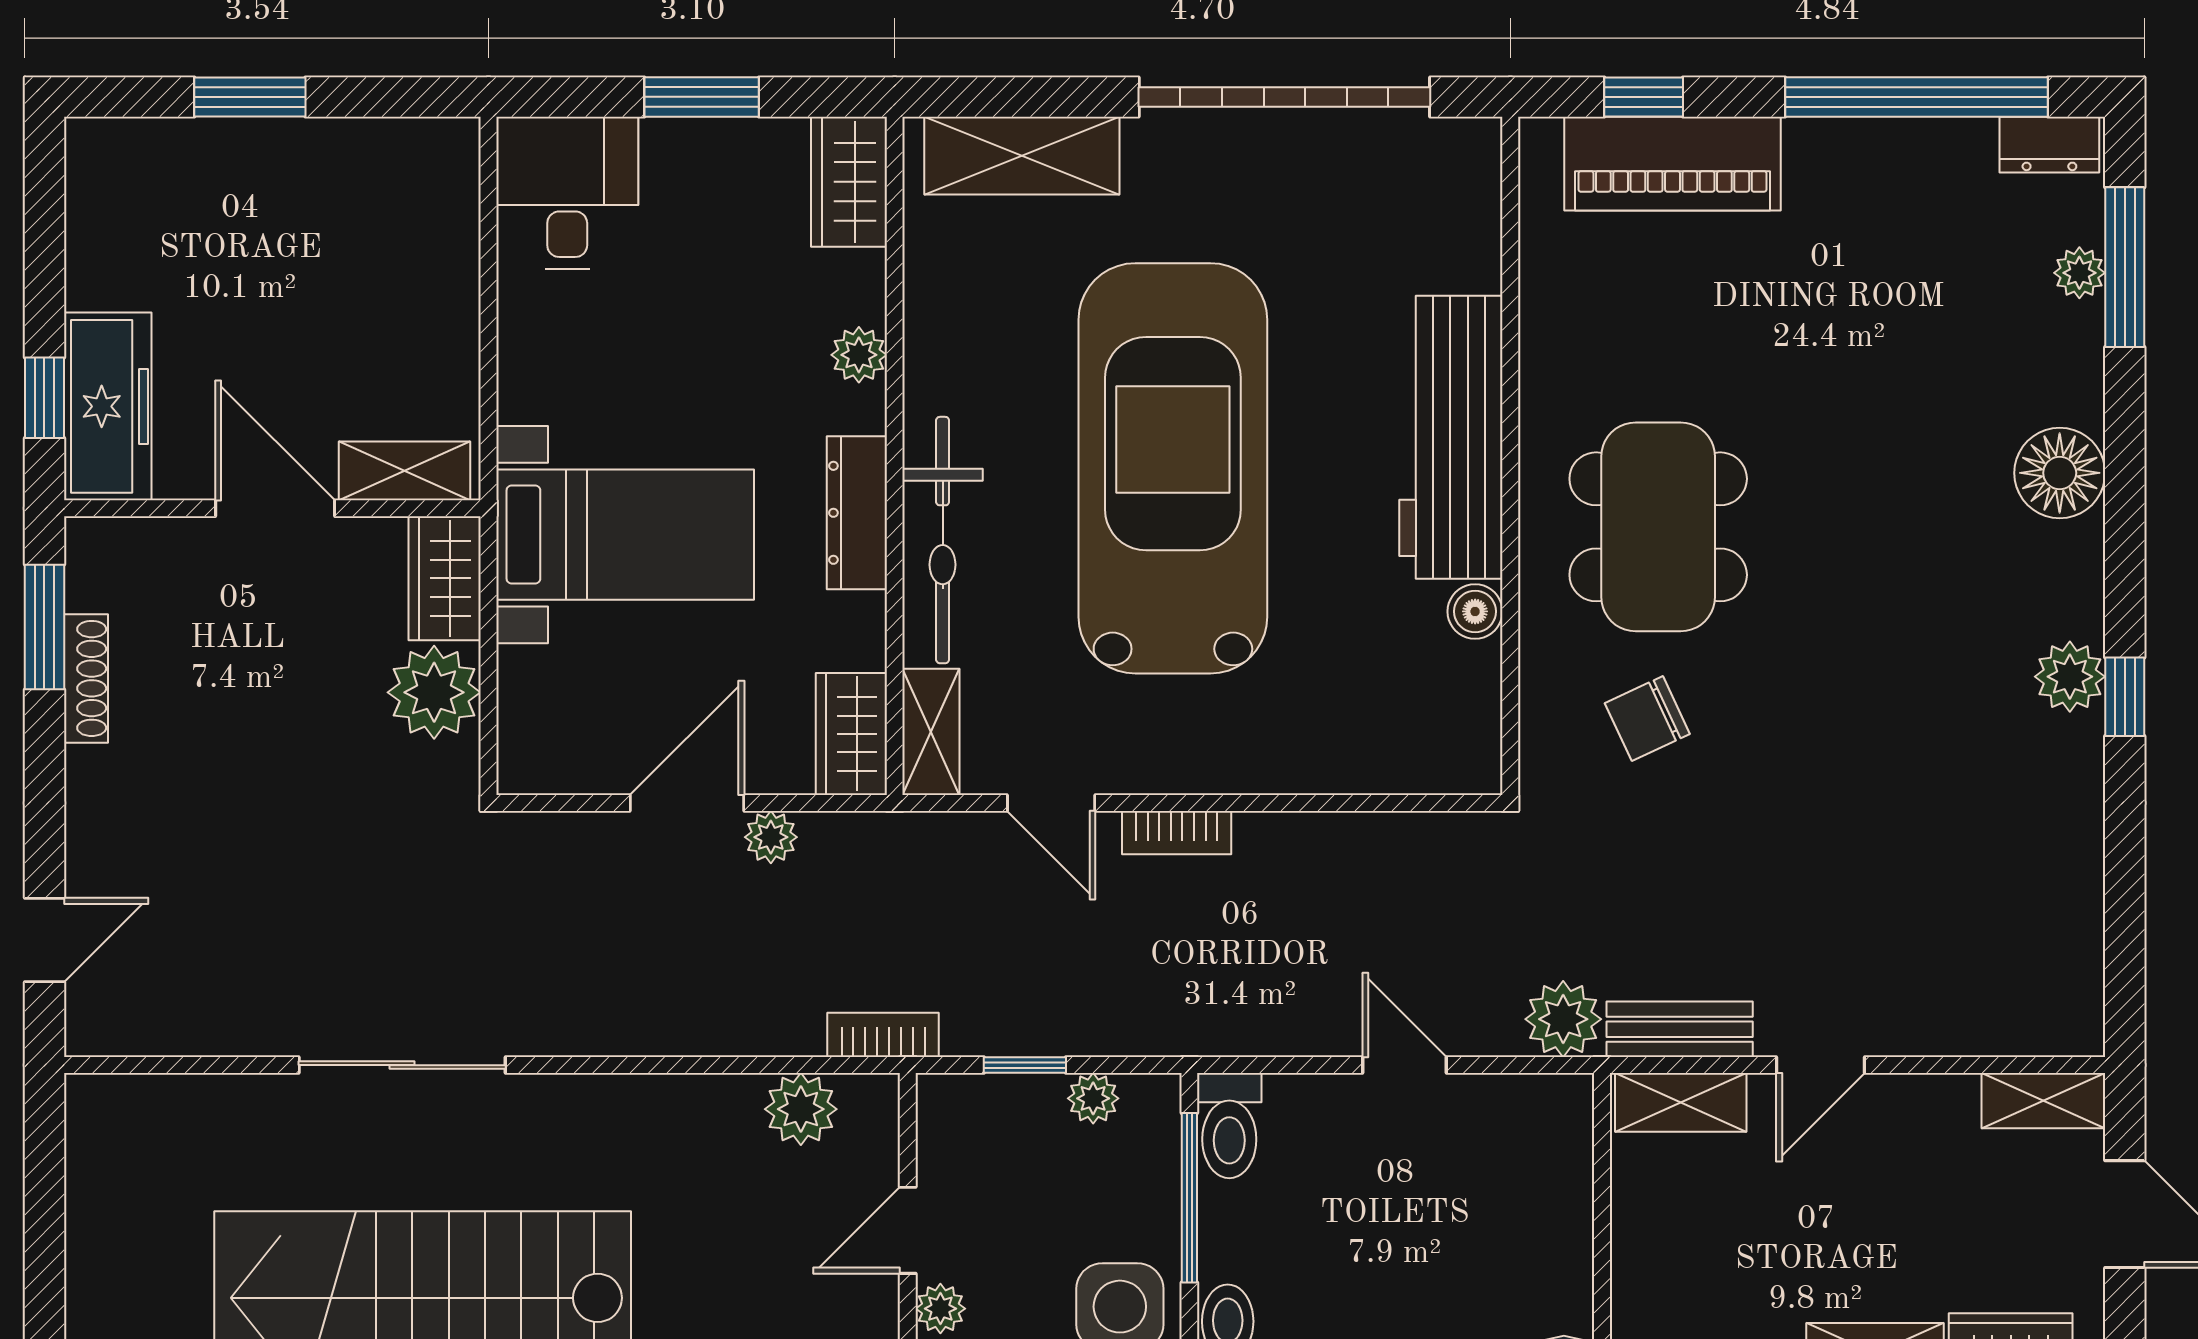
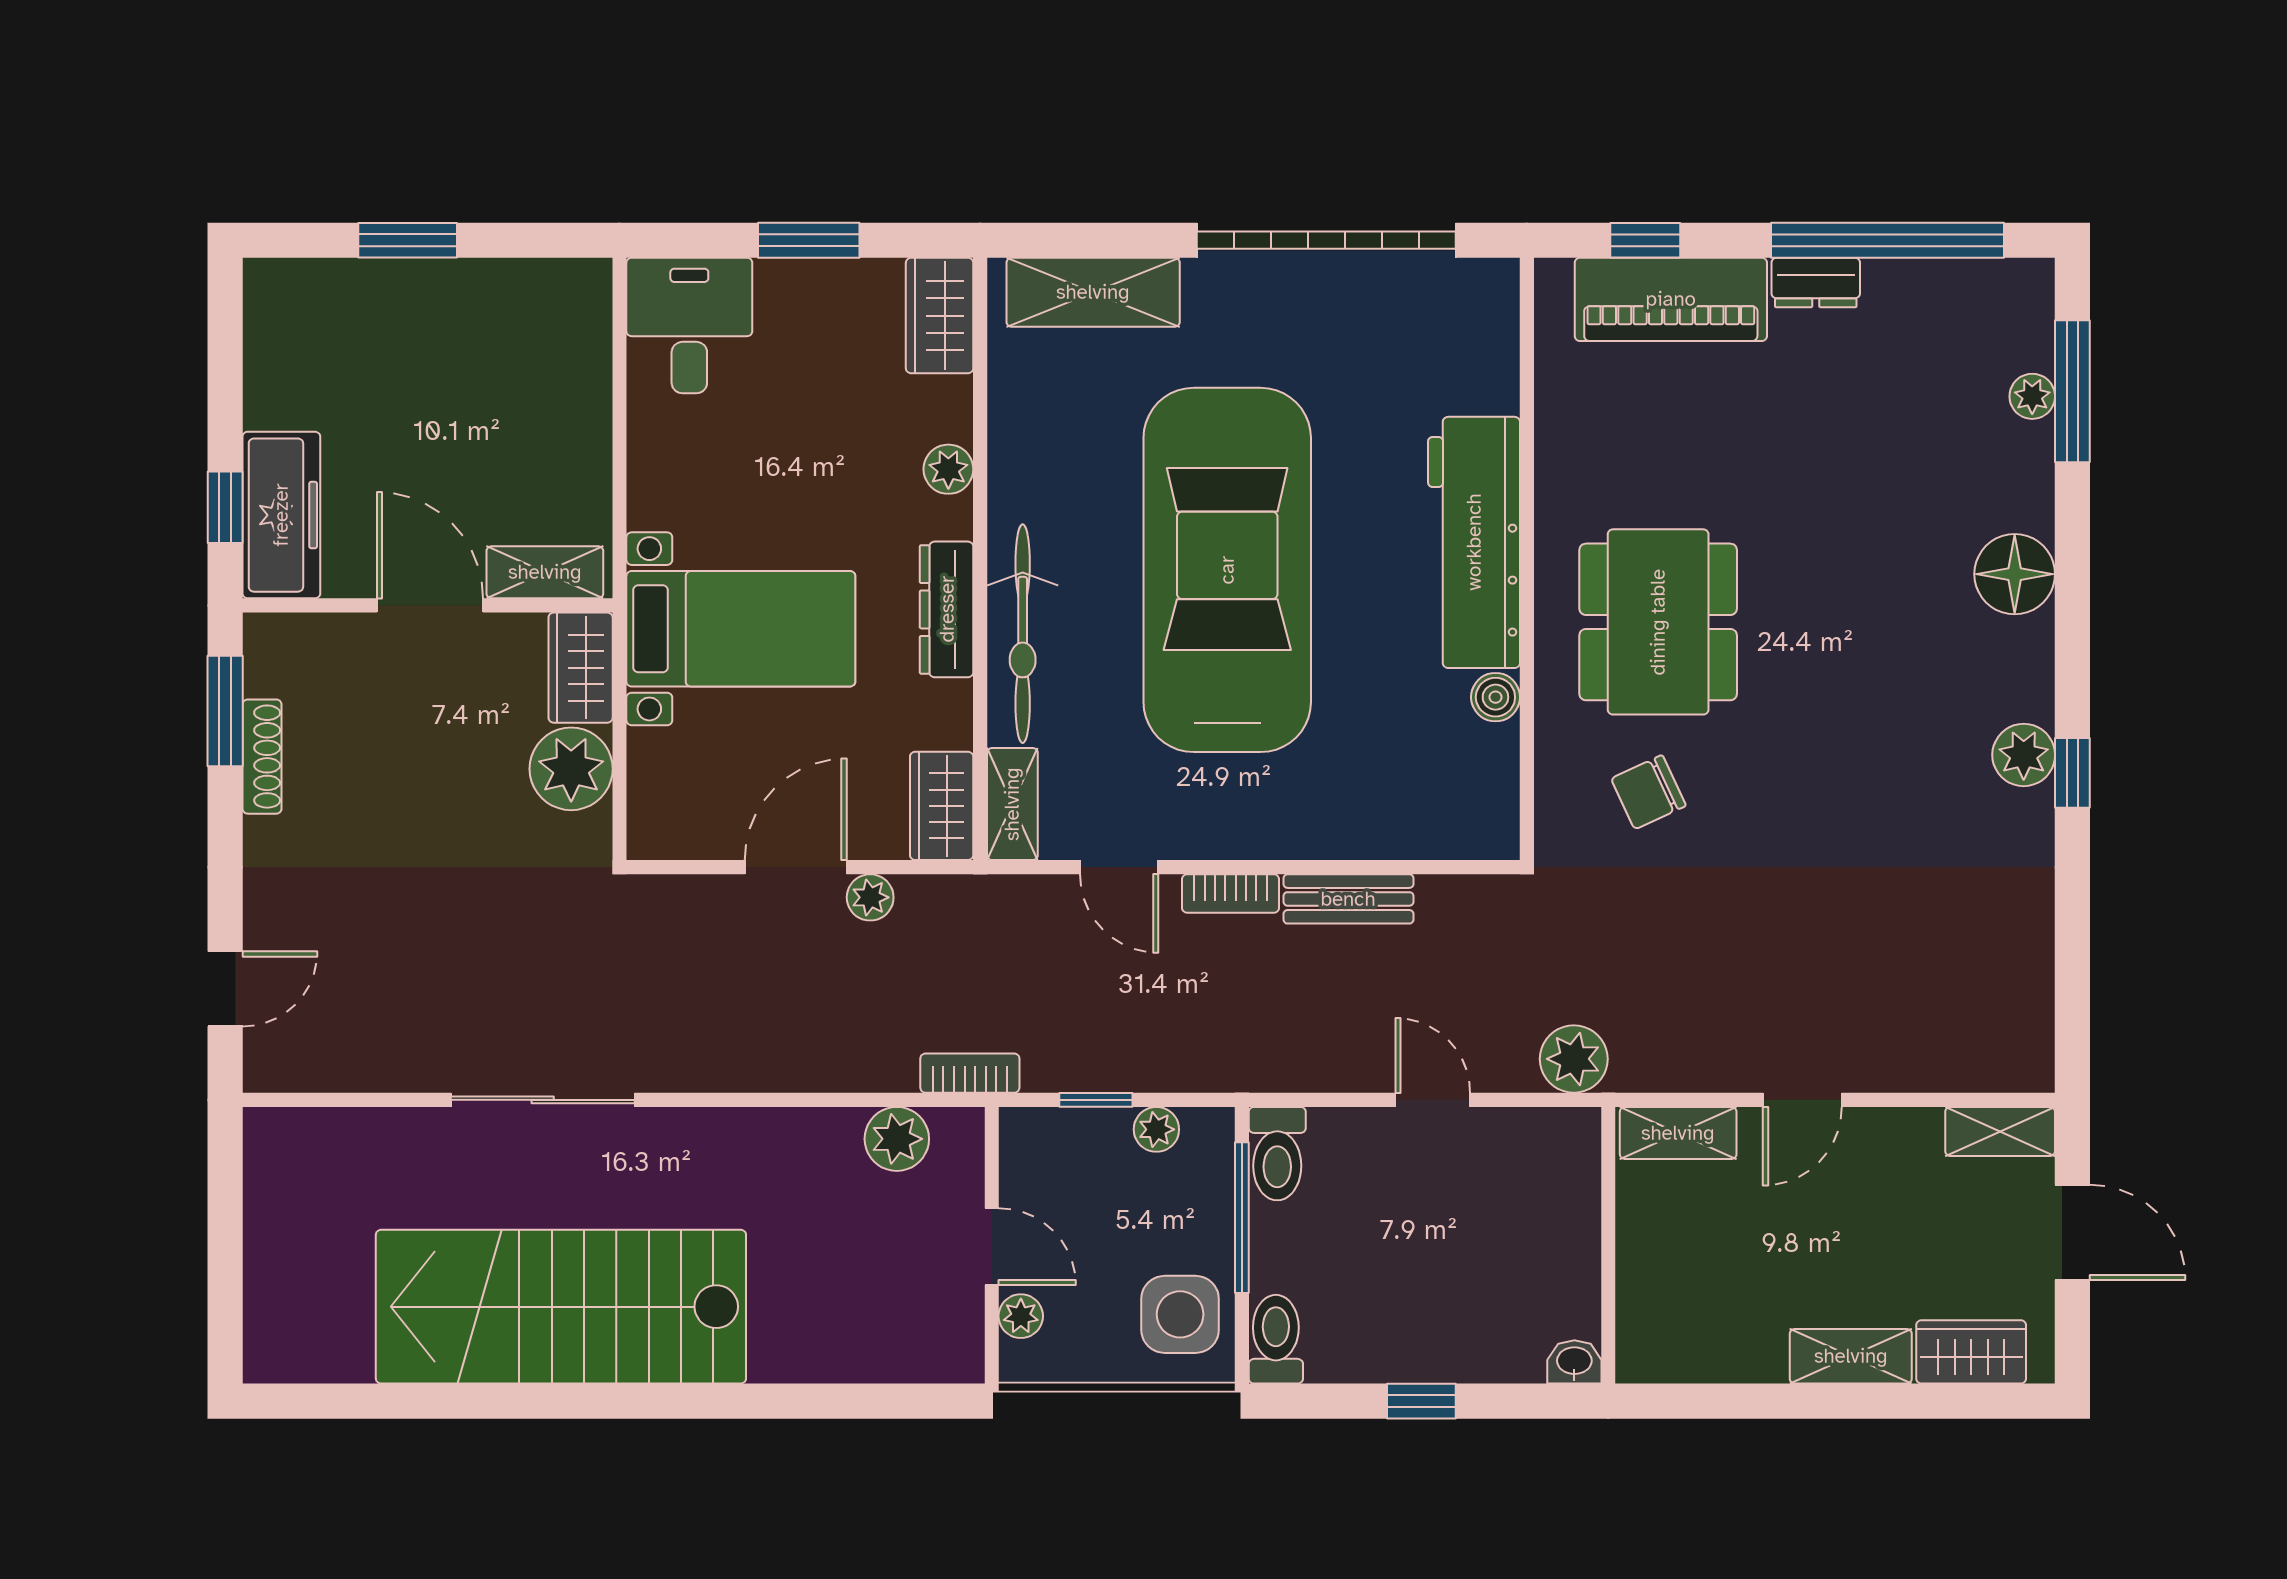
dresser: (2049, 145) -> (1816, 283), moved
bench: (1680, 1029) -> (1348, 899), moved
door: (908, 1230) -> (992, 1247), swing flipped

